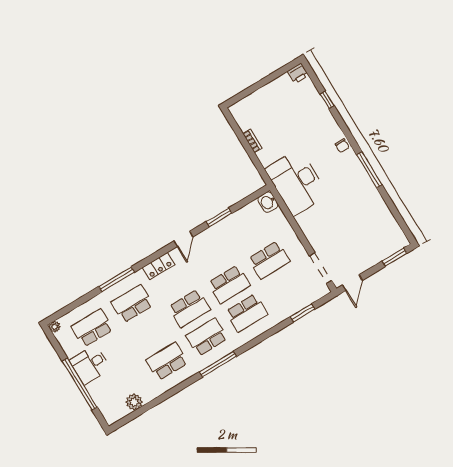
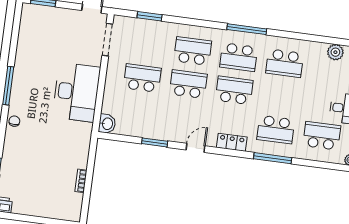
desk: (297, 182) -> (76, 92), moved
school desk: (92, 328) -> (322, 136), turned 180

